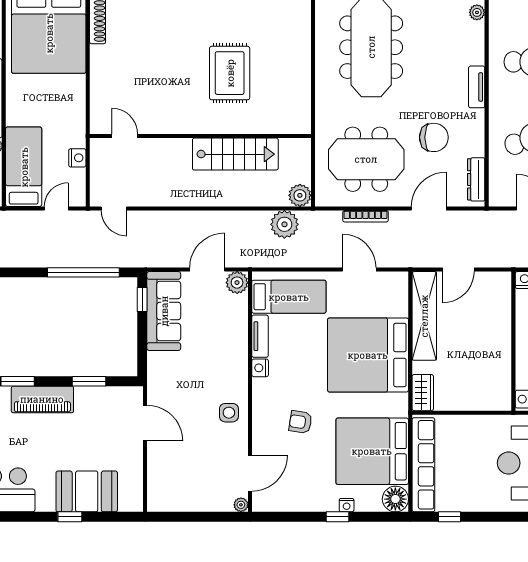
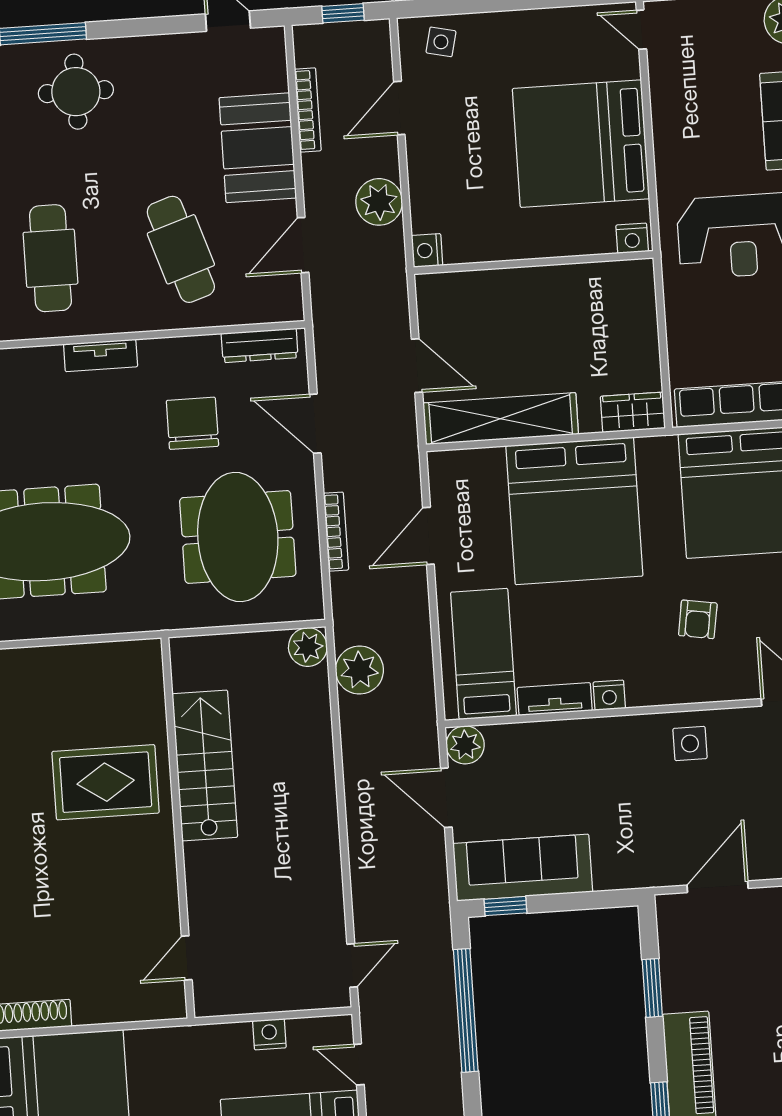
door: (125, 136) -> (187, 958), moved
wall: (200, 136) -> (178, 828), moved
stairs: (235, 154) -> (205, 766), moved

